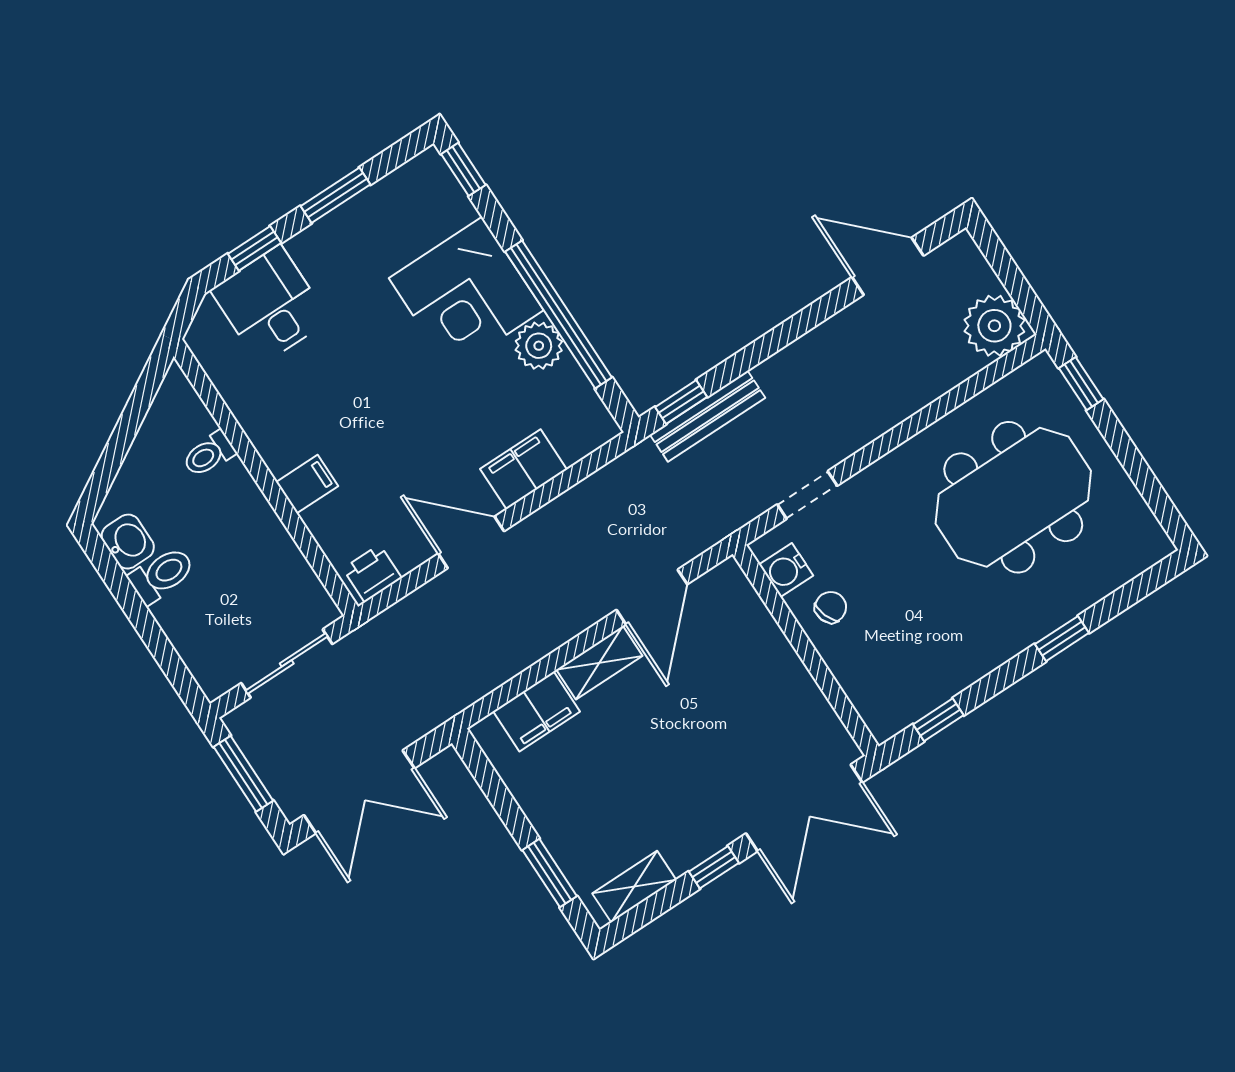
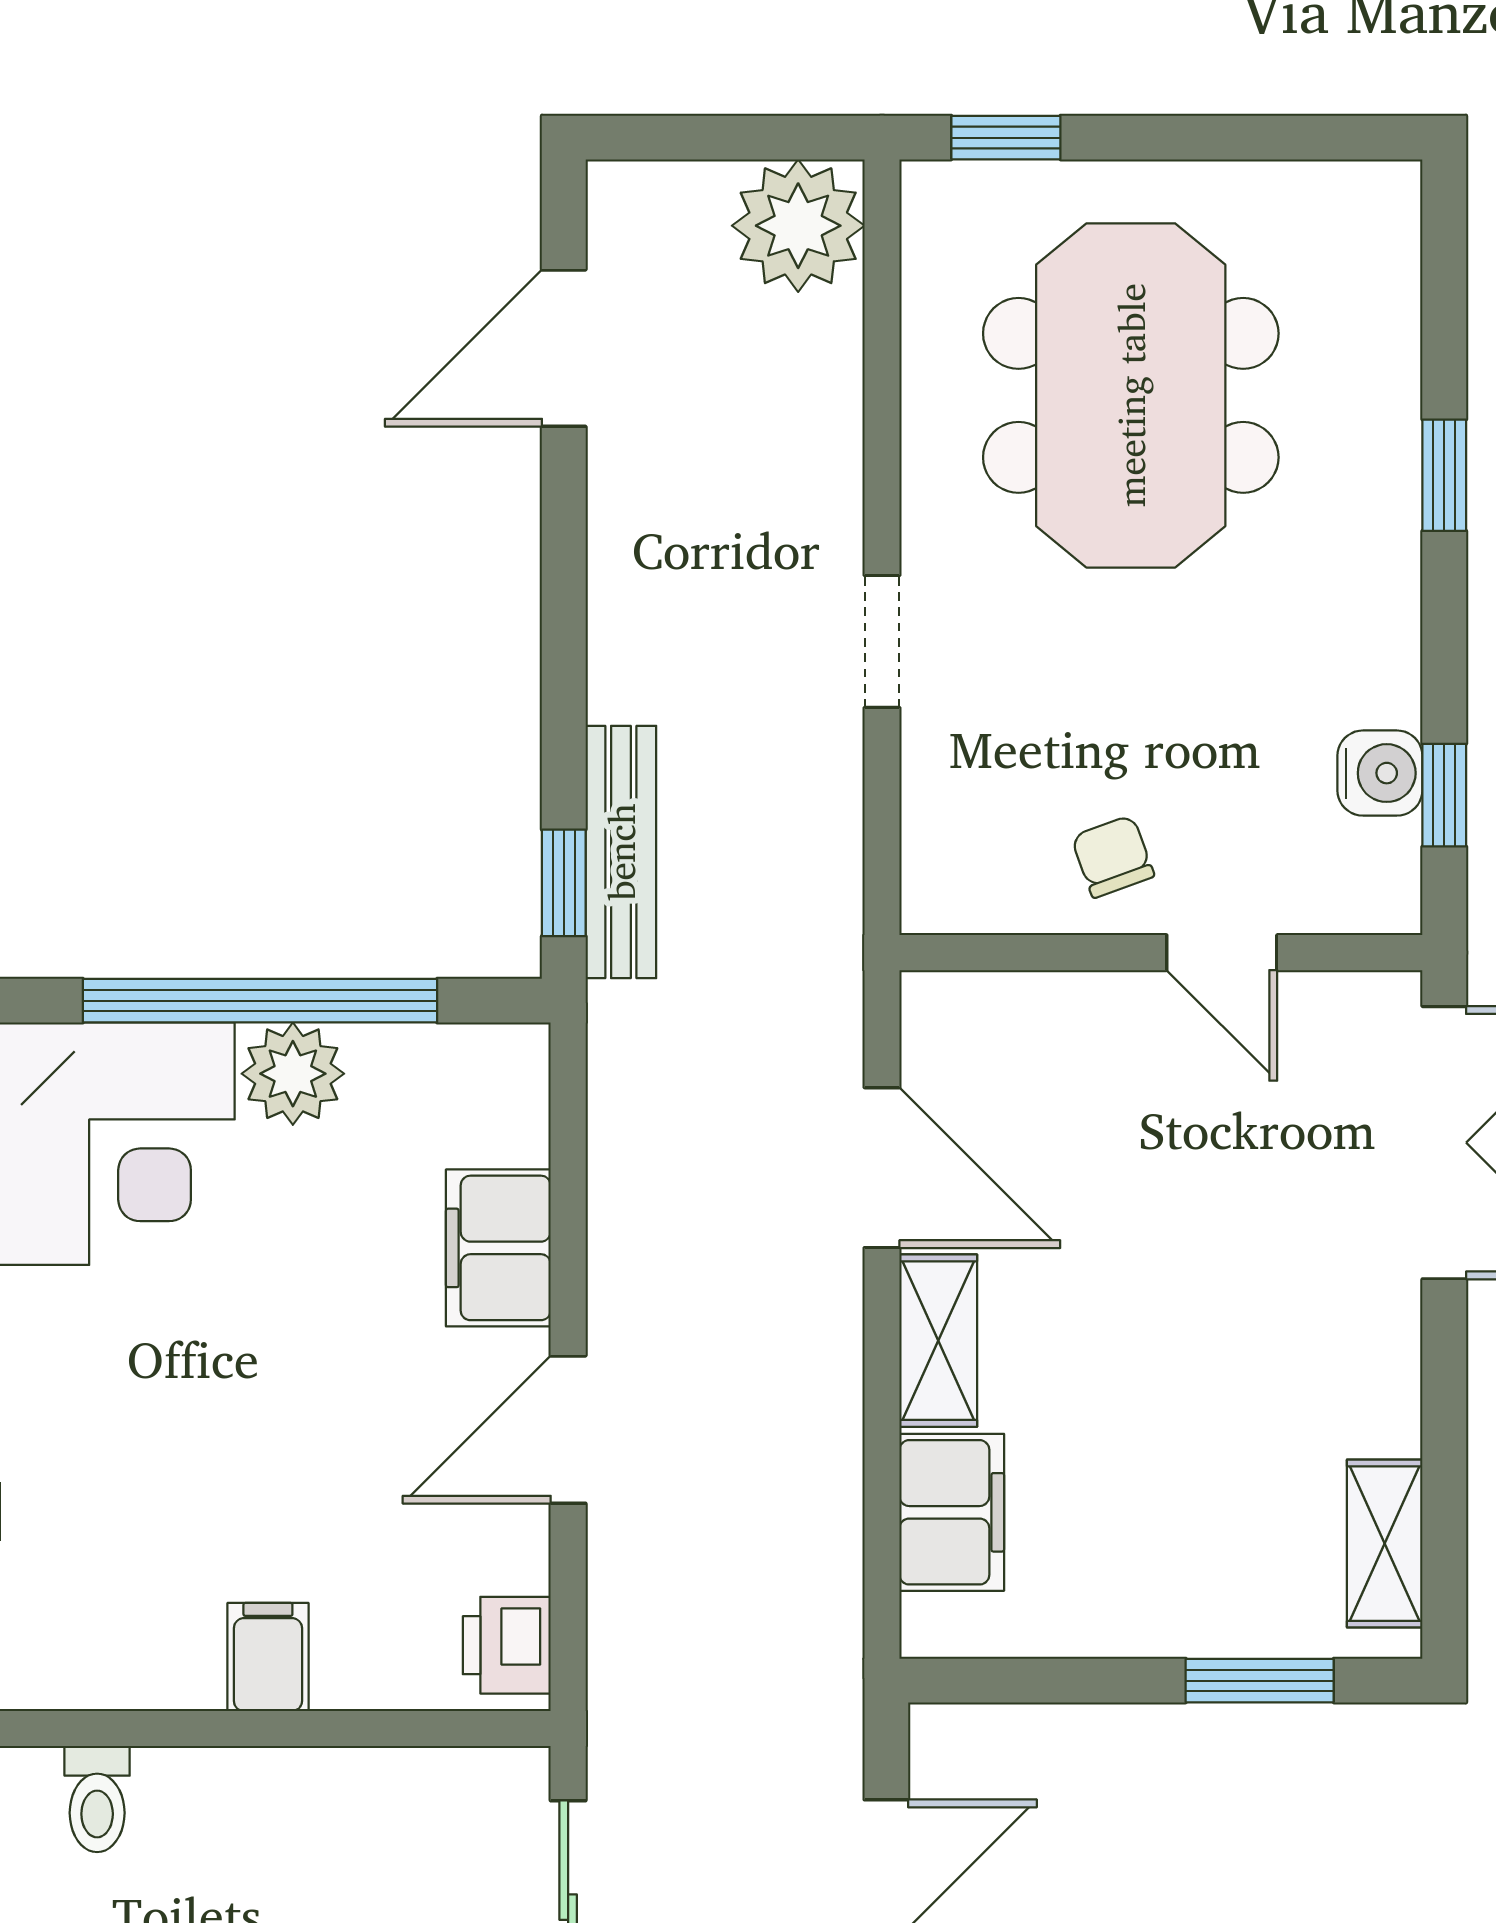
doorway: (807, 495) -> (882, 641), moved
water cooler: (786, 570) -> (1380, 773), moved, turned -90
door: (821, 674) -> (1222, 953), added
window: (714, 867) -> (1444, 1377), removed

